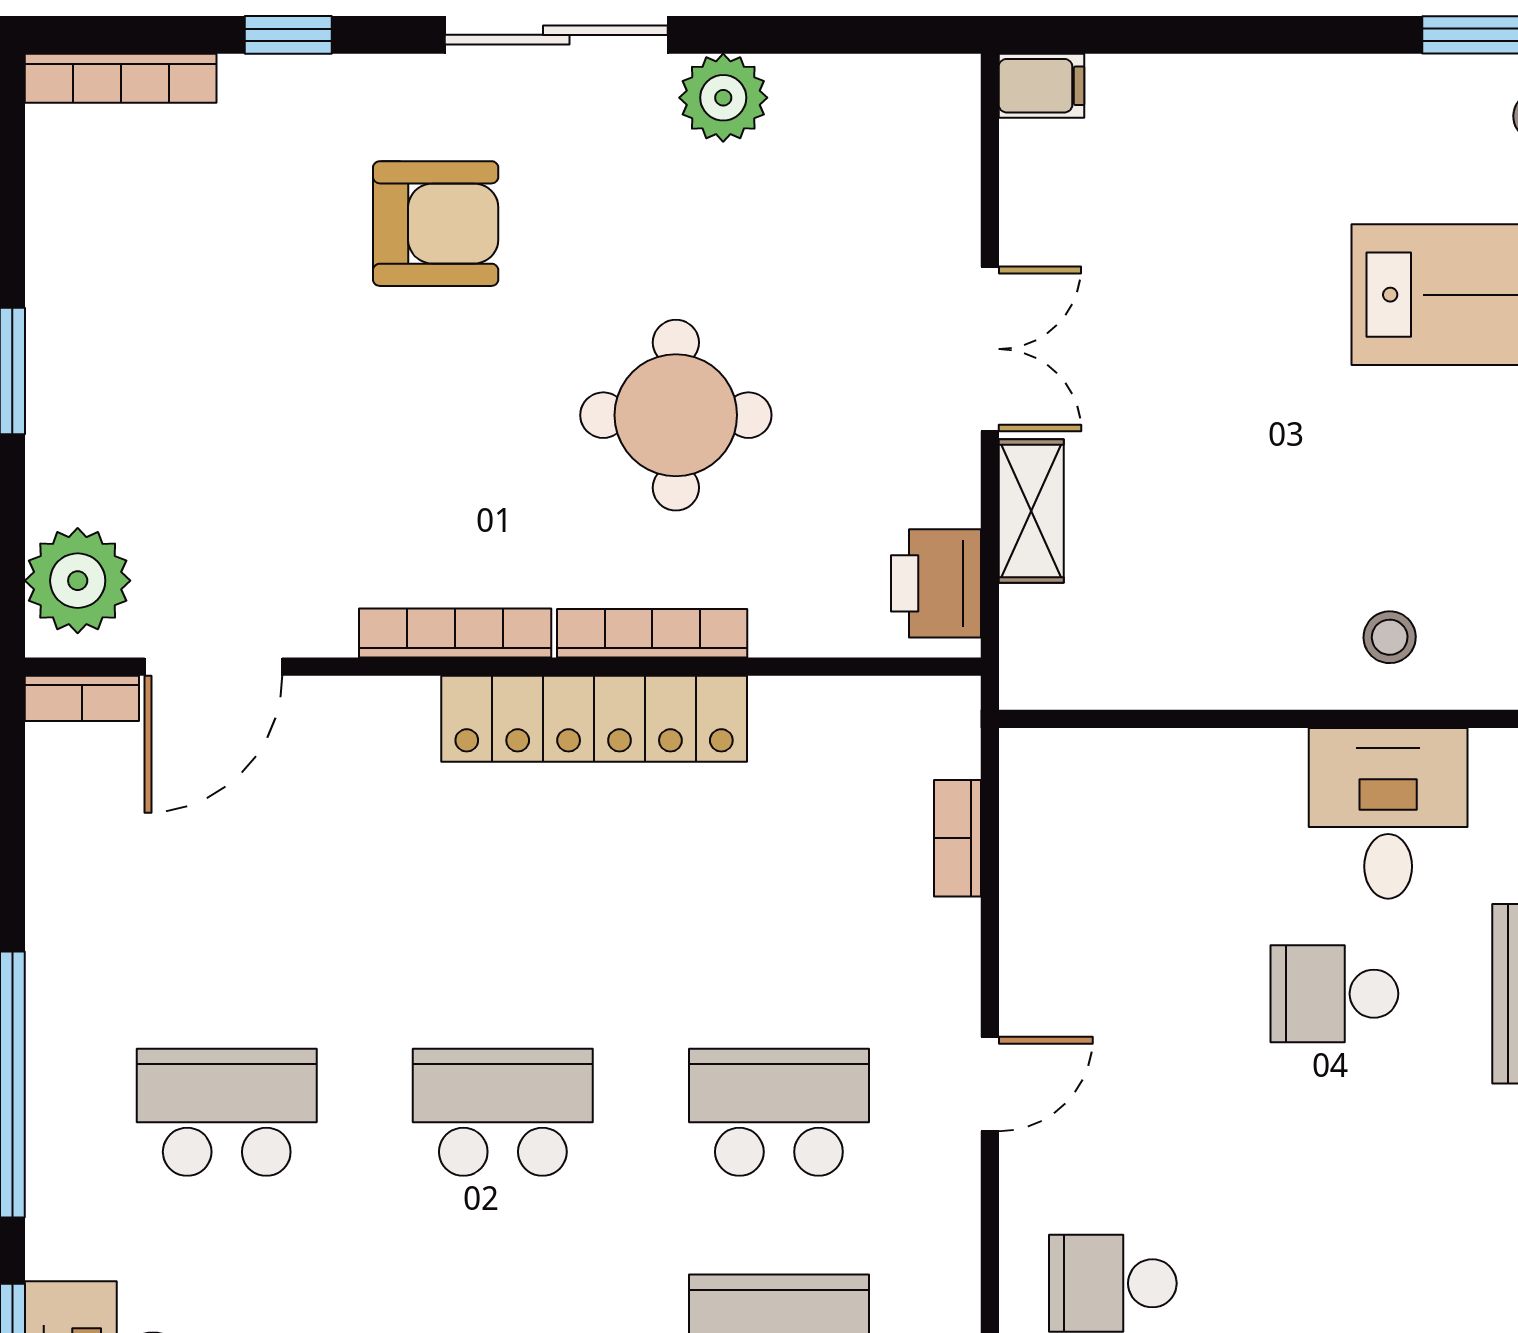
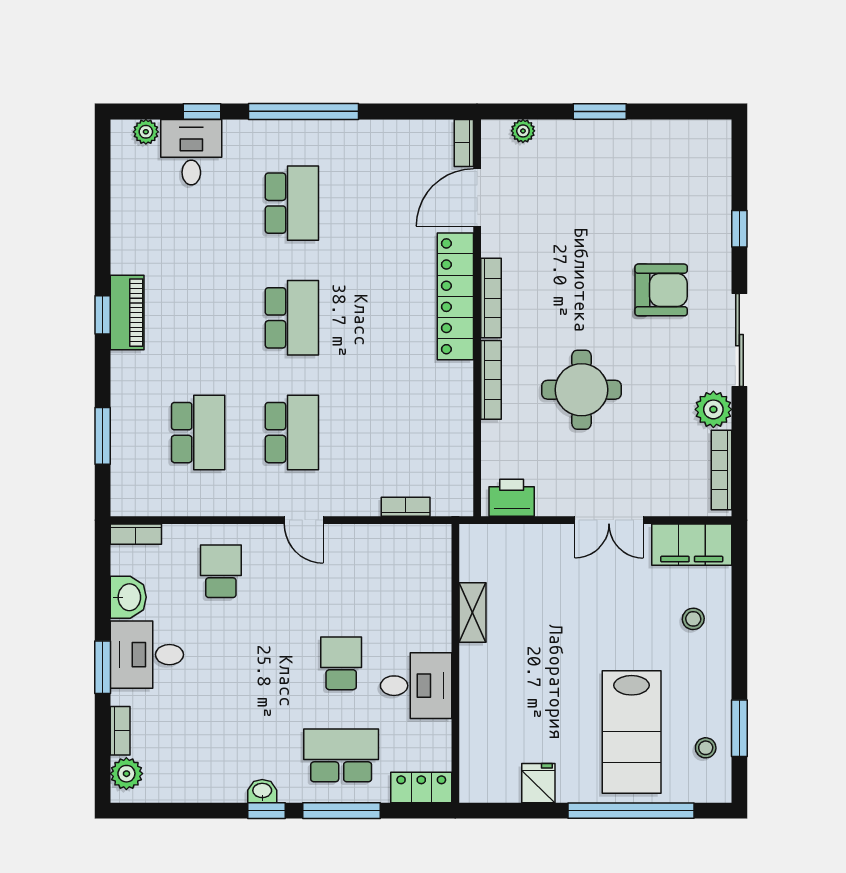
bookcase: (121, 78) -> (721, 470), moved
filing cabinet: (1042, 86) -> (692, 545), width x3.00, depth x1.17
armchair: (436, 224) -> (661, 290), turned -90
shelving: (1031, 511) -> (472, 613), moved, turned 90
plant: (78, 581) -> (523, 131), width x0.53, depth x0.53
stool: (1390, 637) -> (693, 619), moved
door: (213, 667) -> (477, 198), hinge flipped
locker: (594, 719) -> (455, 296), moved

